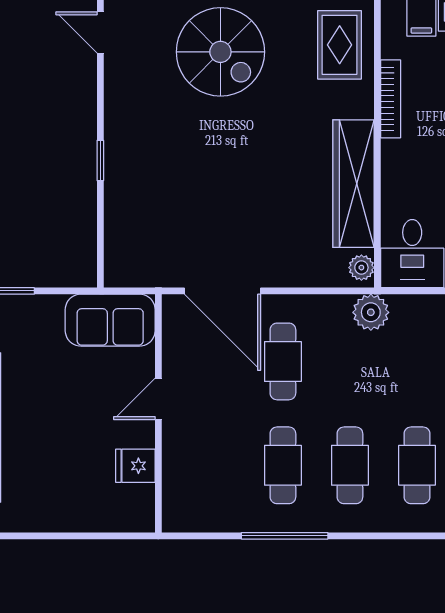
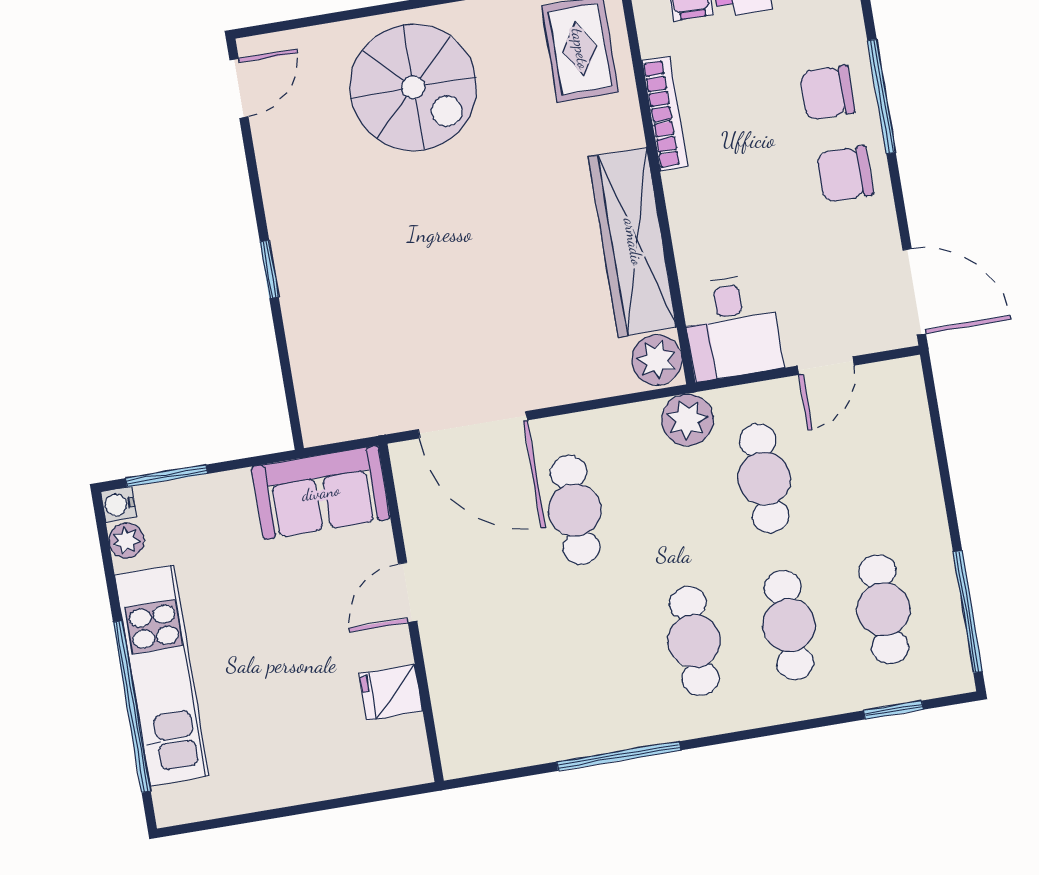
door: (100, 32) -> (239, 88), swing flipped
plant: (361, 268) -> (657, 360), width x1.38, depth x1.38
cafe table: (283, 465) -> (764, 478), moved

